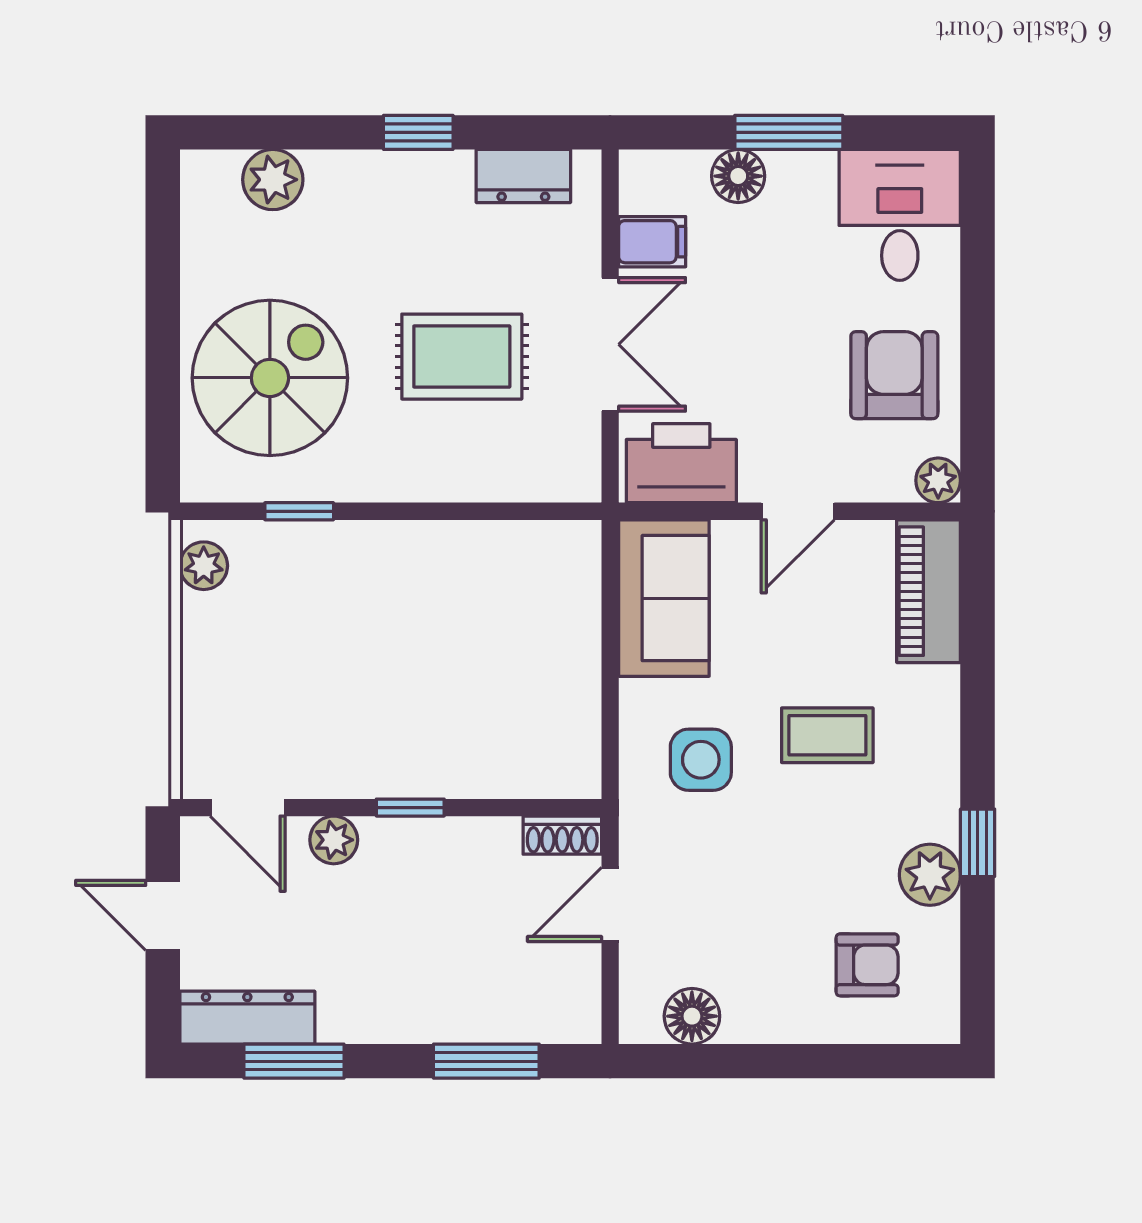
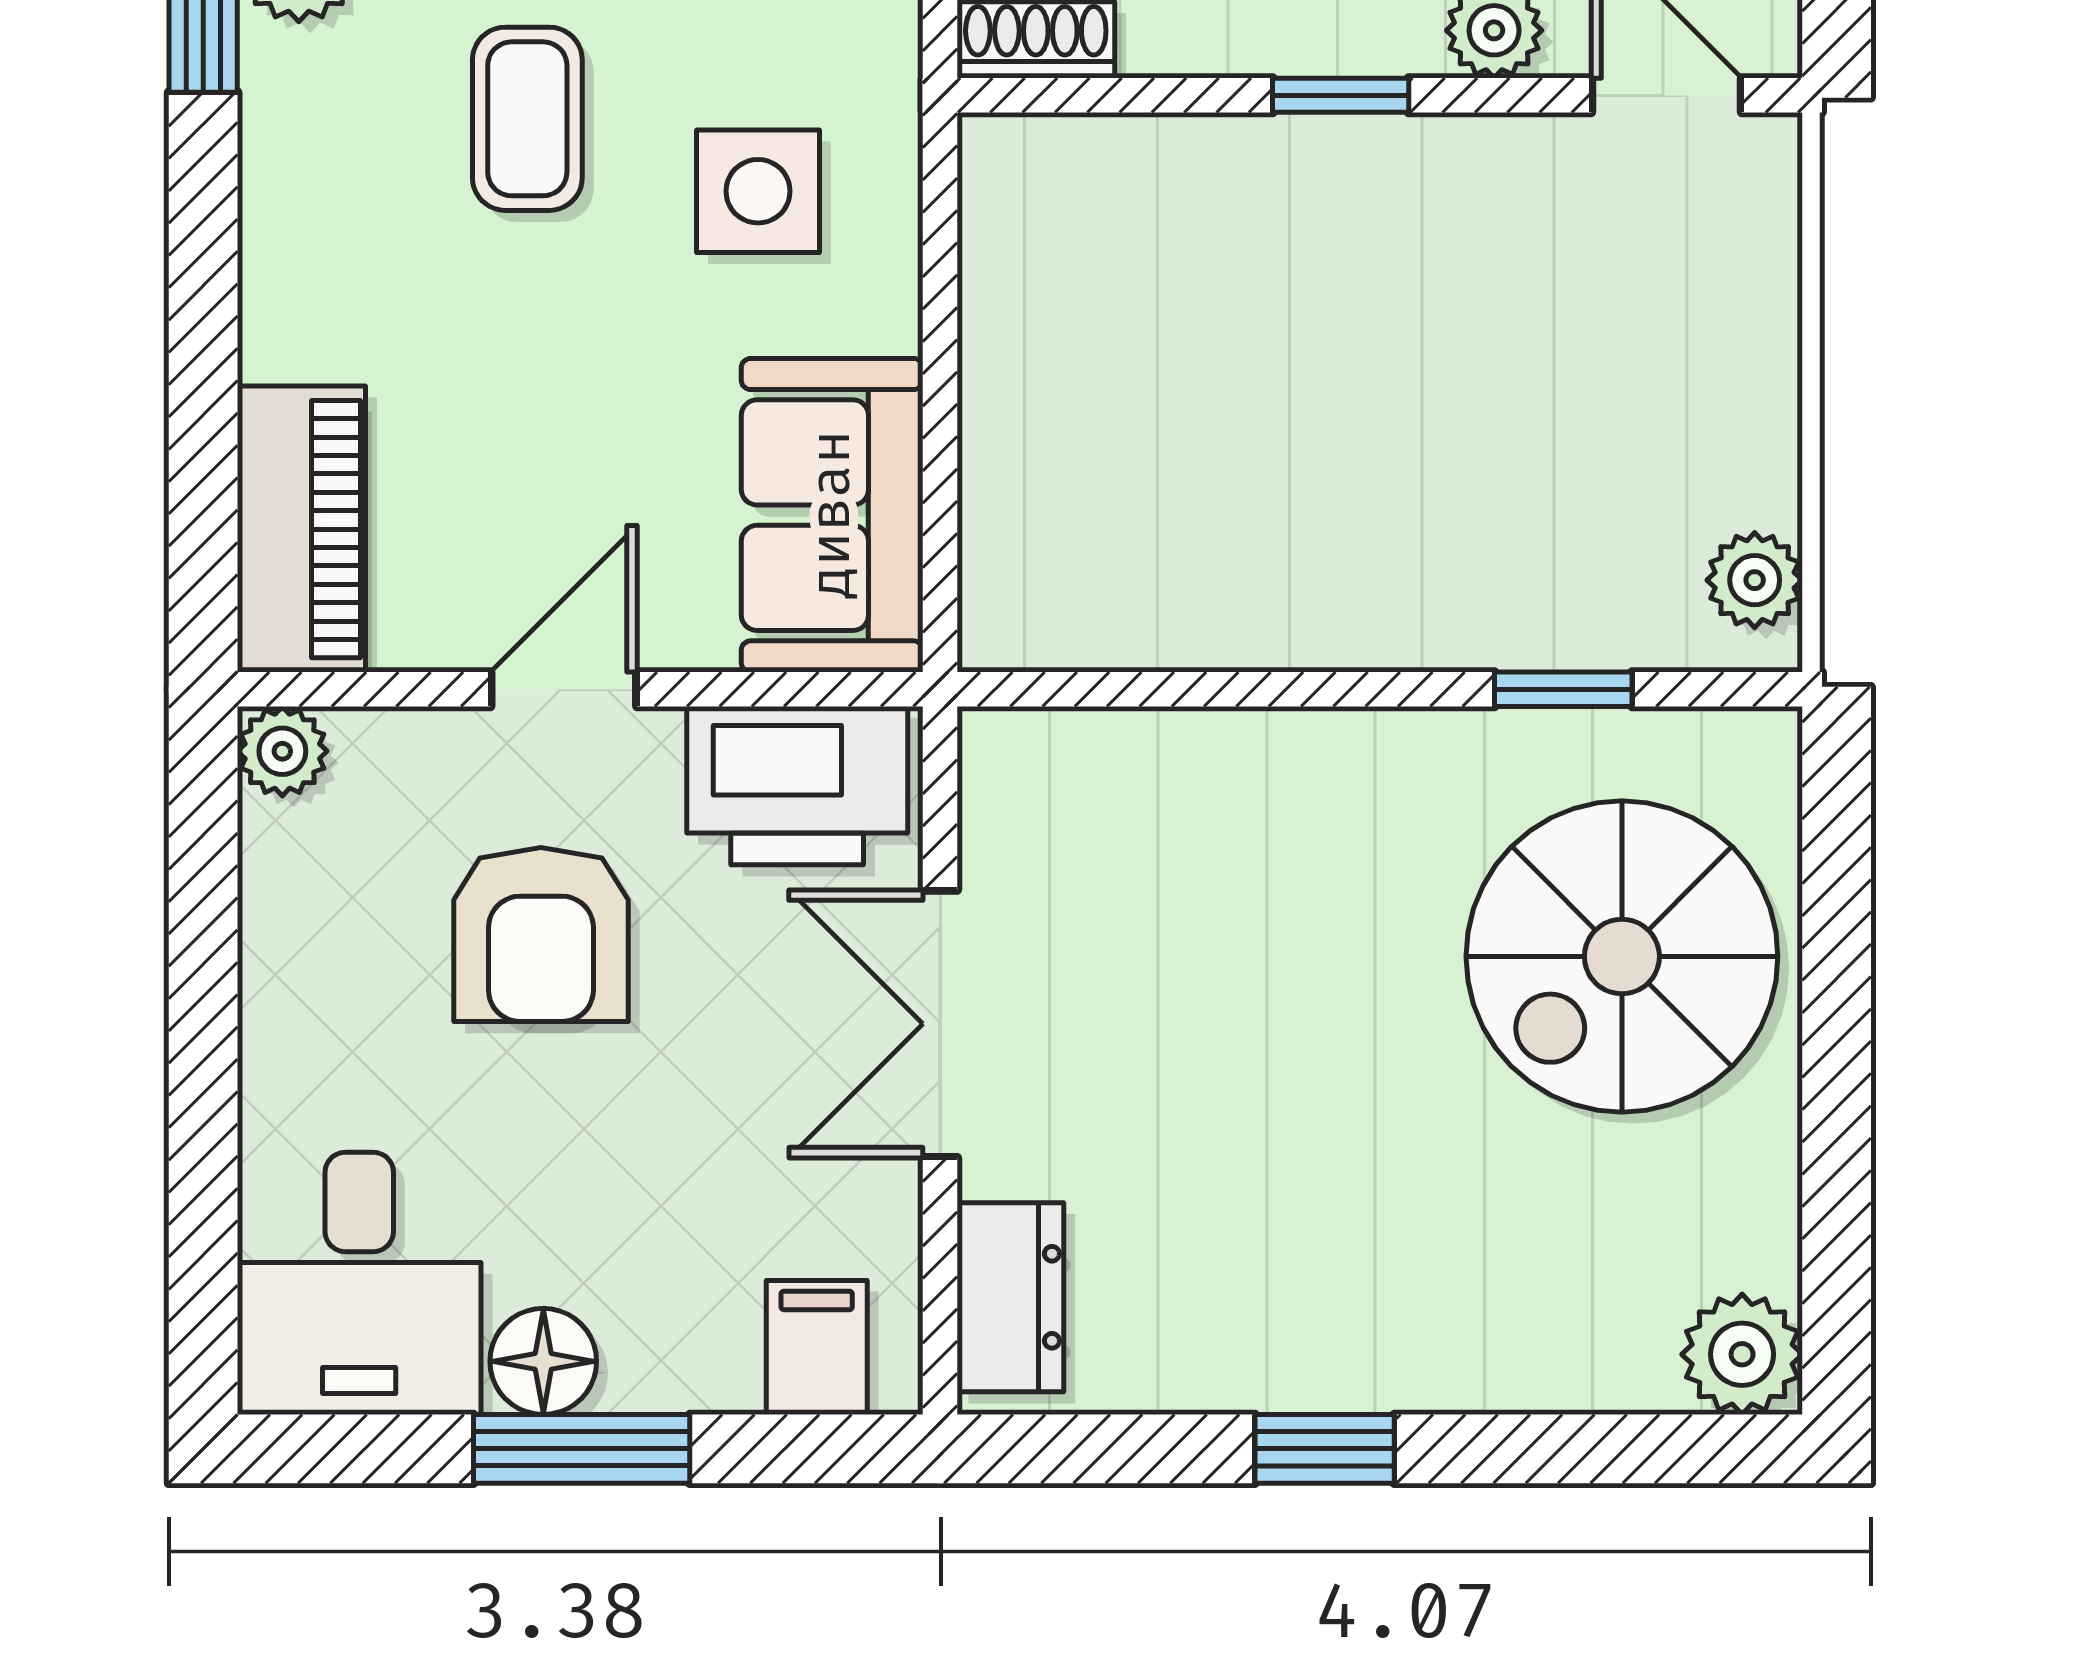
dresser: (523, 176) -> (1010, 1297), moved, turned 90
floor lamp: (738, 176) -> (543, 1361), moved
plant: (273, 180) -> (1742, 1354), moved
filing cabinet: (652, 242) -> (817, 1347), moved, turned 90
rug: (462, 357) -> (1237, 999), removed
armchair: (894, 375) -> (541, 934), moved
coffee table: (827, 735) -> (527, 119), moved, turned 90

